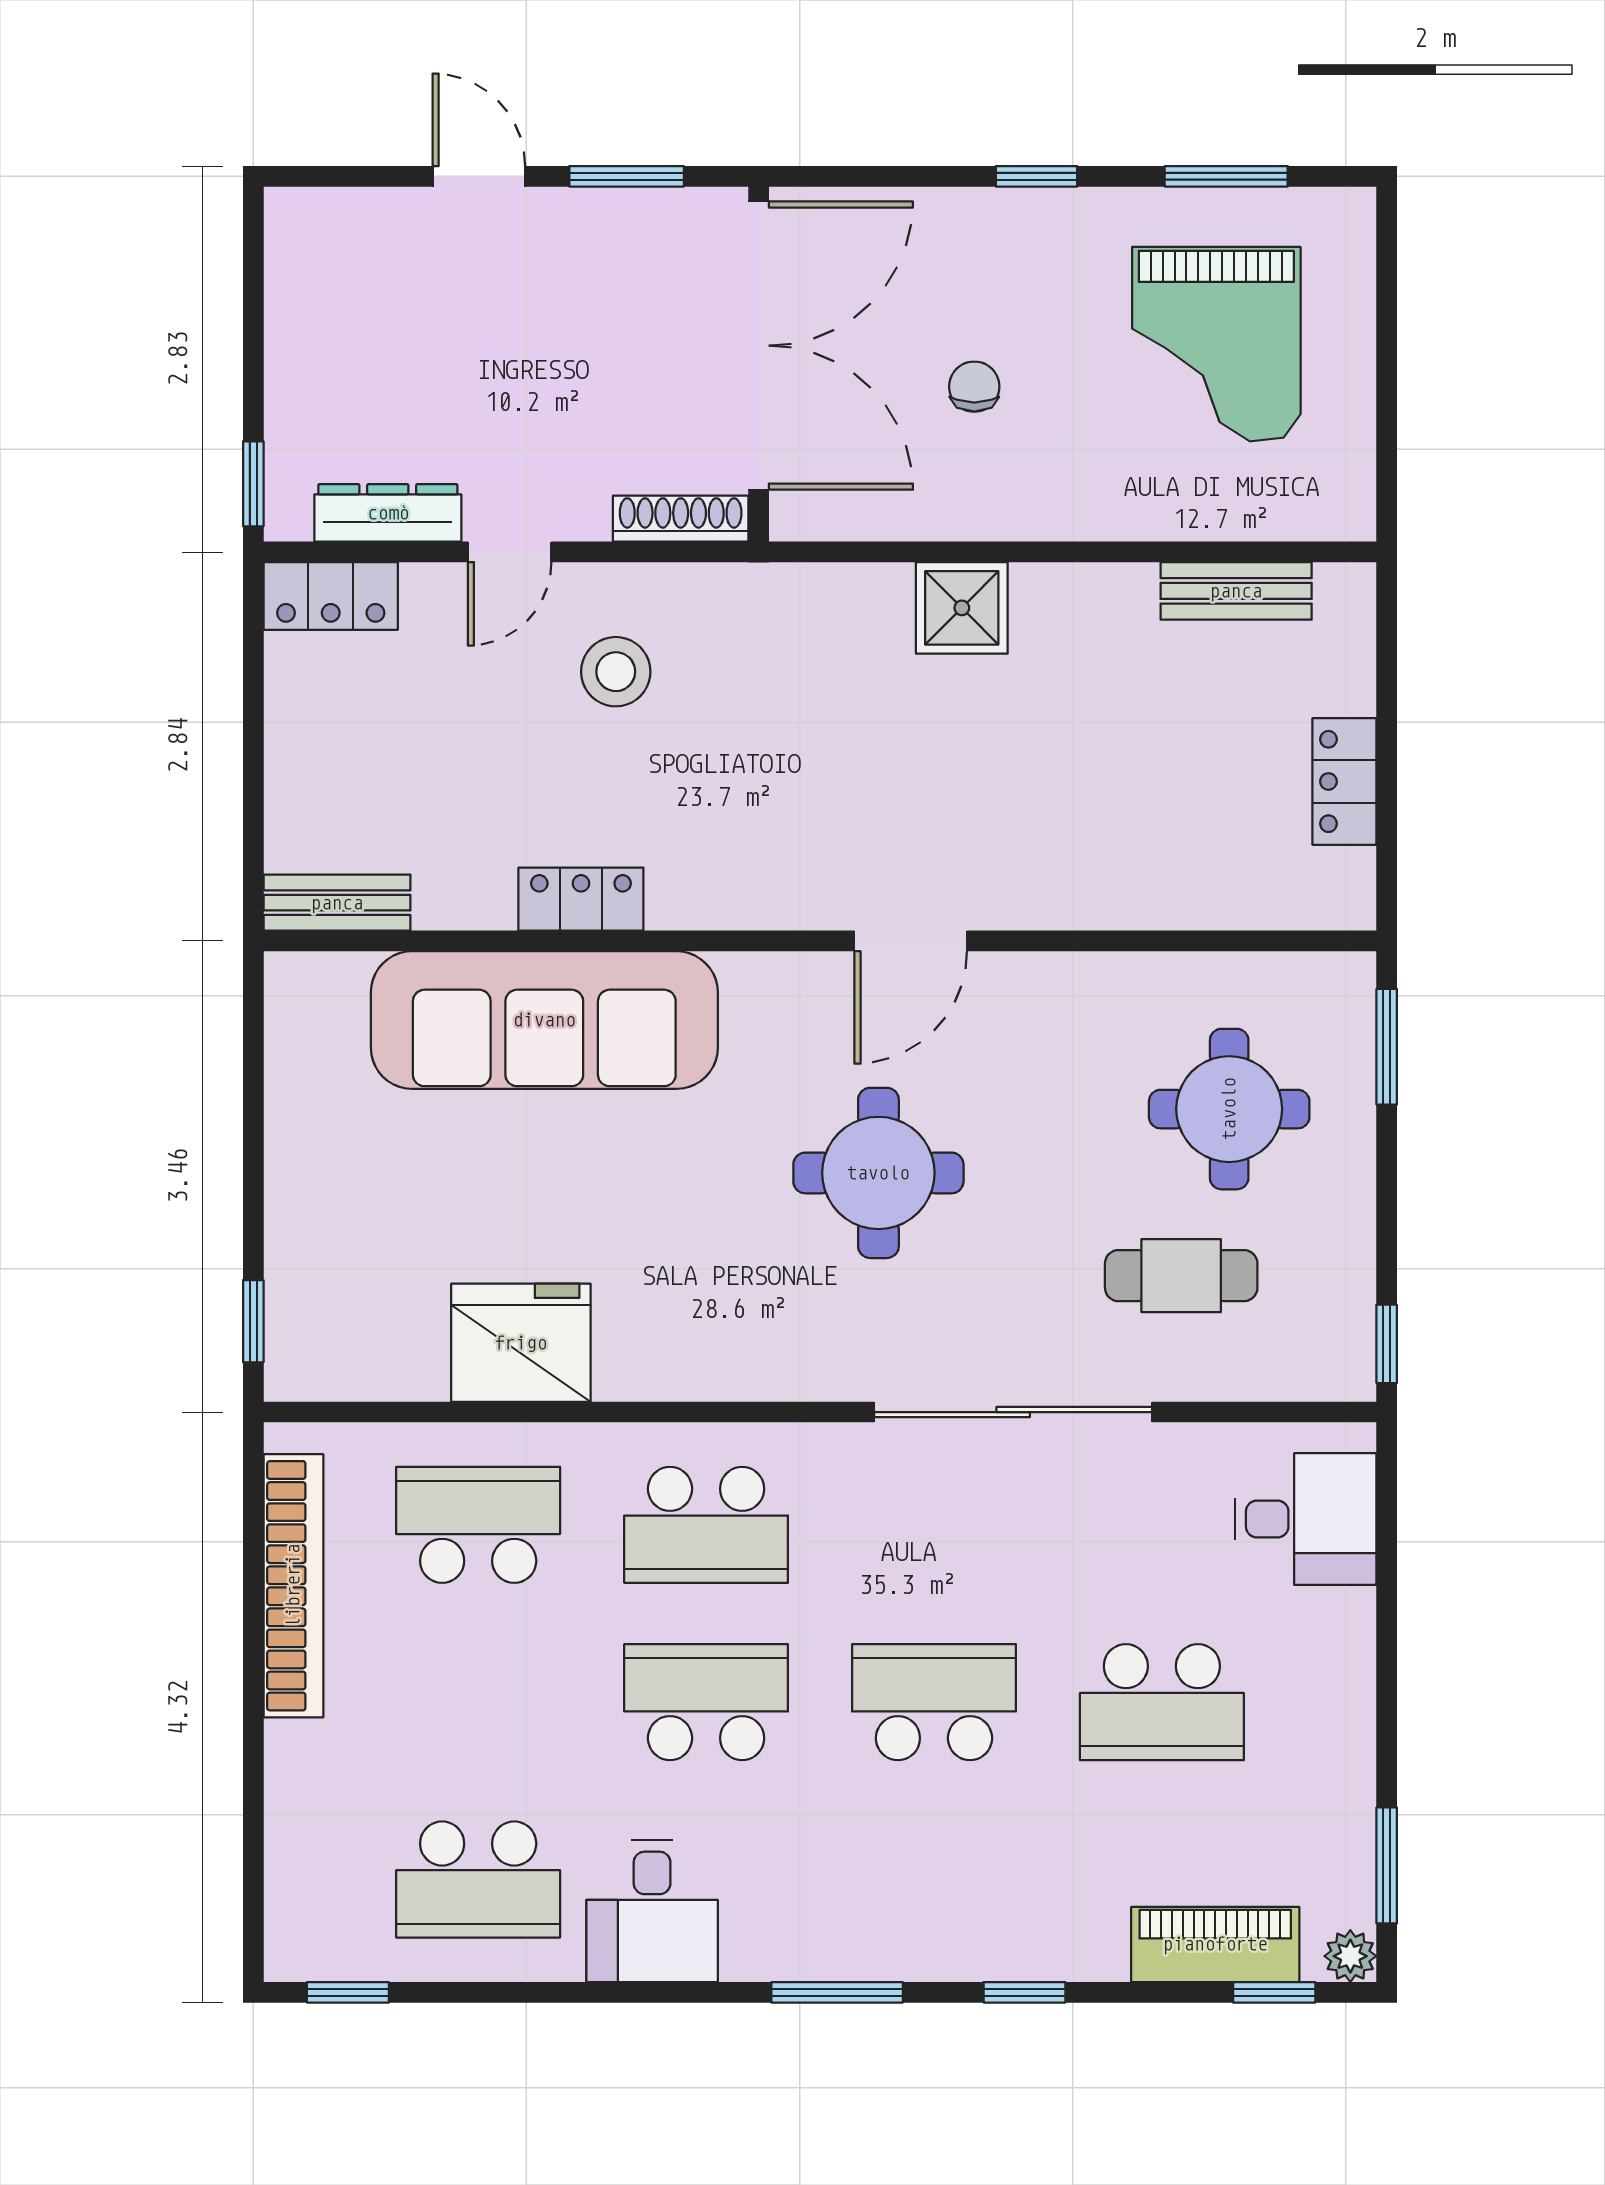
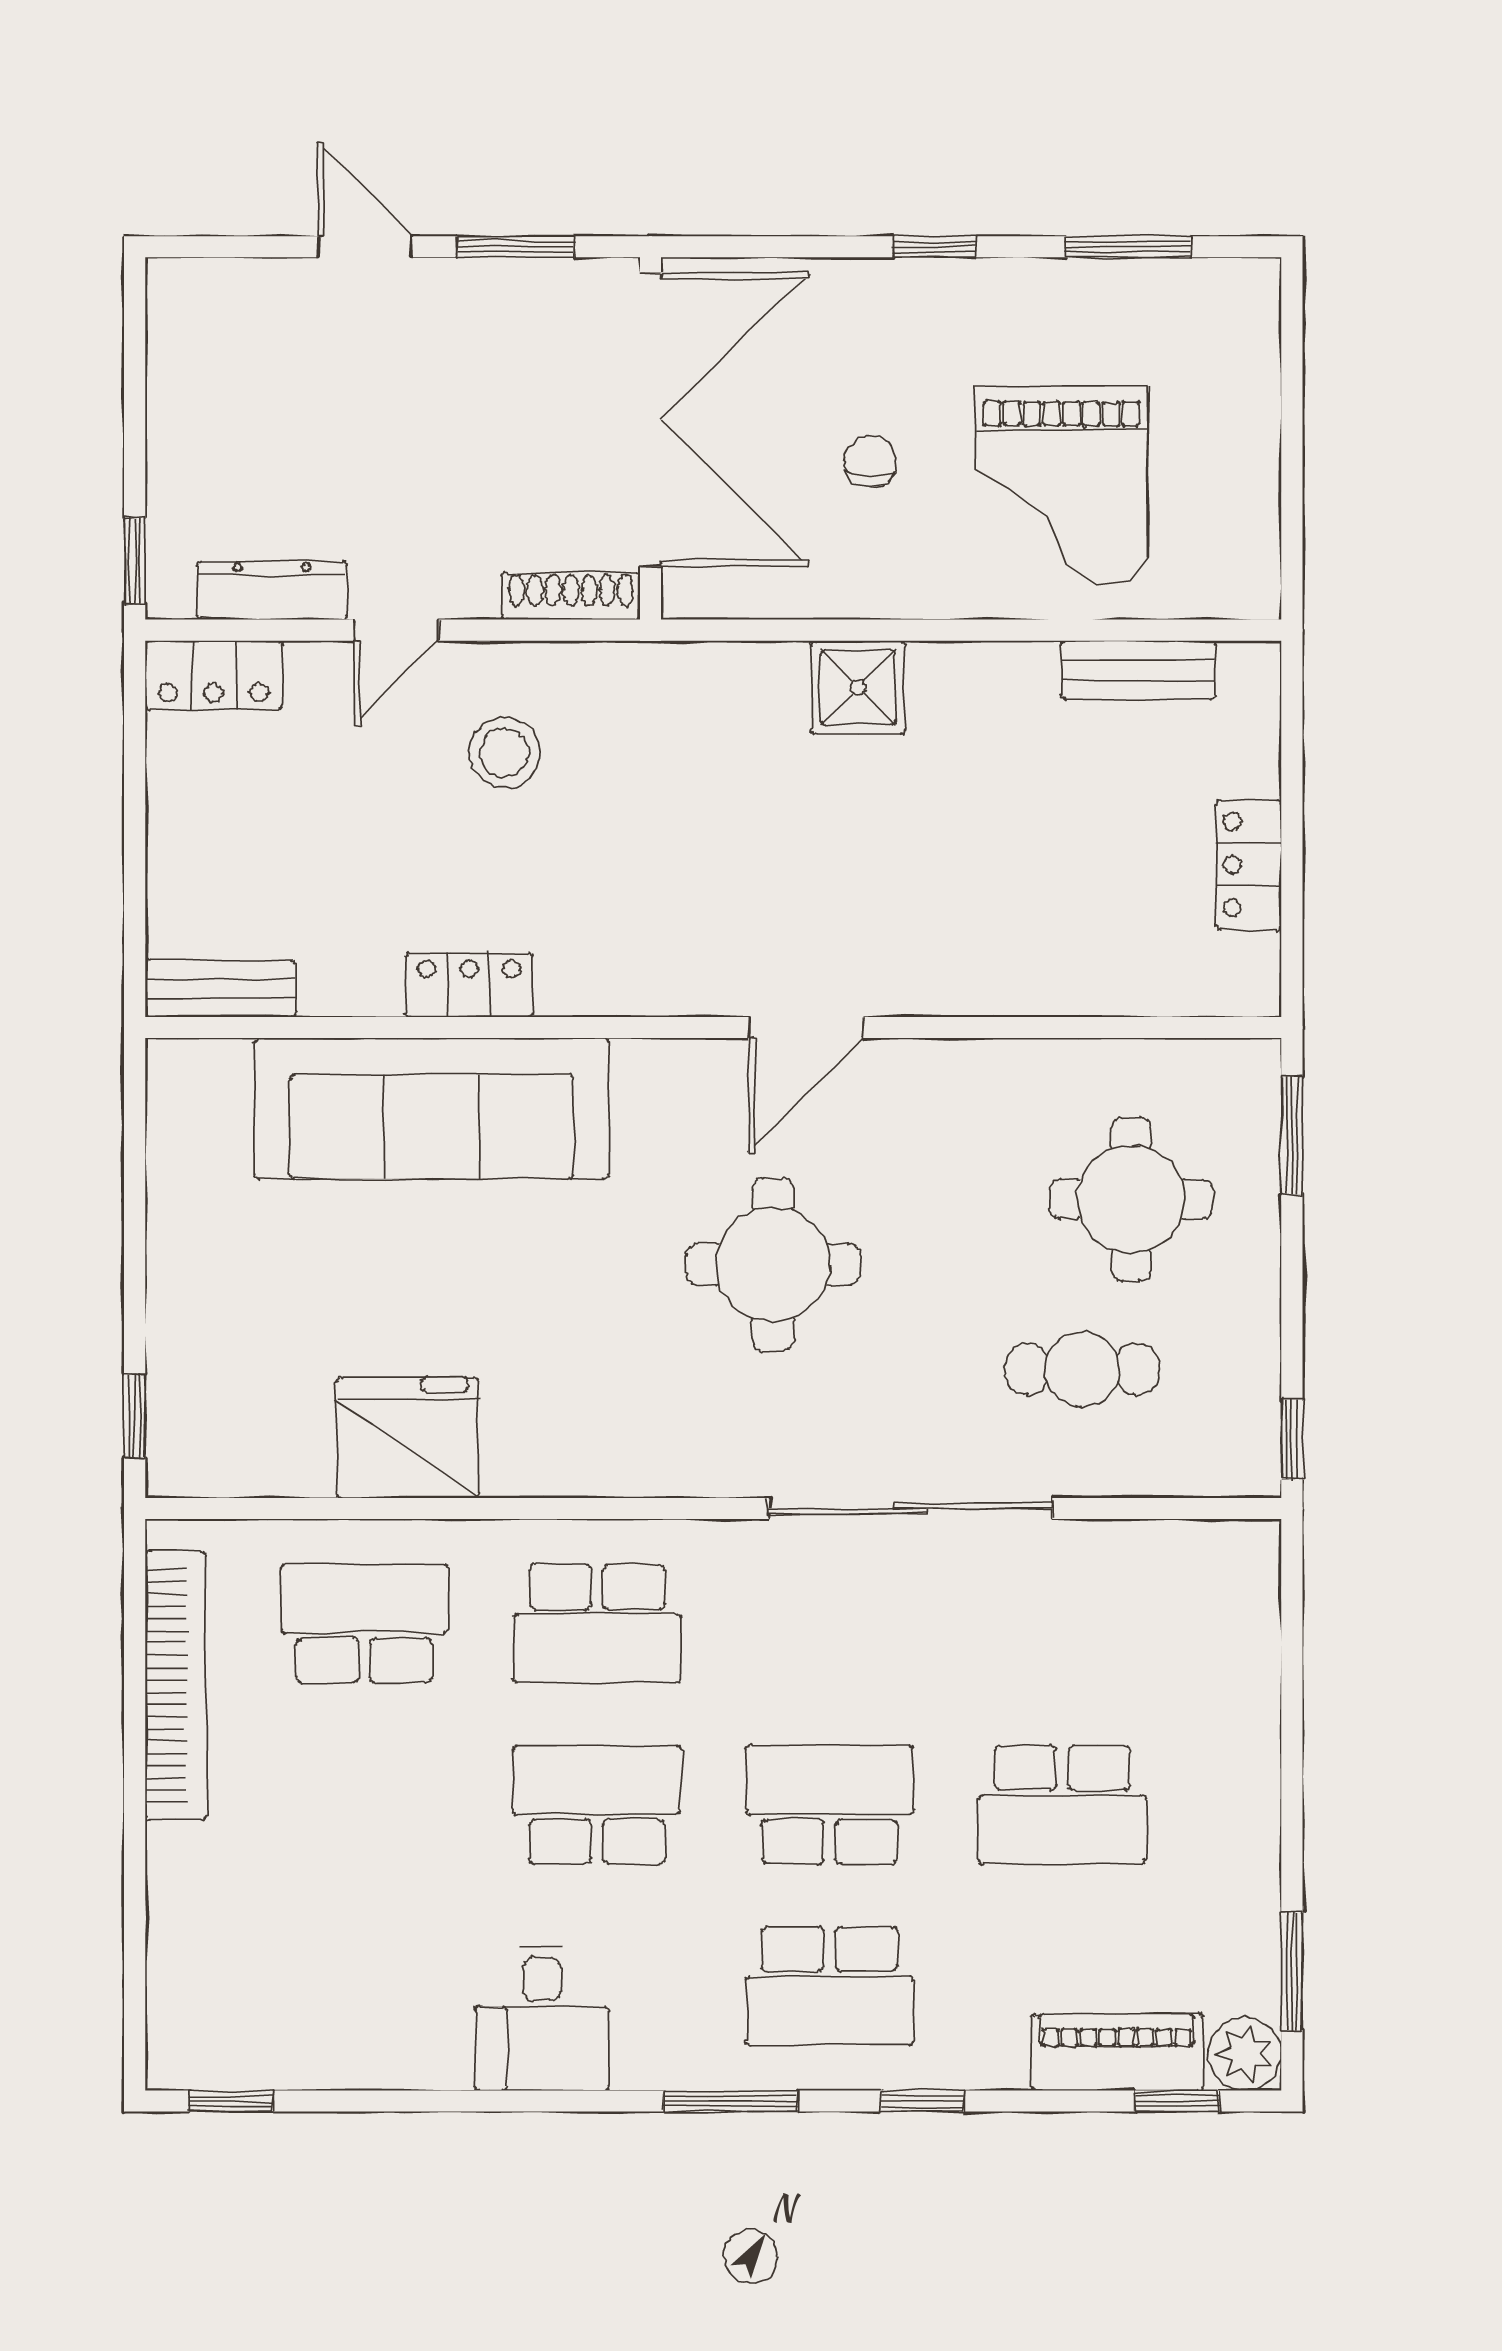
grand piano: (1216, 344) -> (1061, 485), moved
desk: (1305, 1519) -> (1209, 1618), removed
school desk: (478, 1879) -> (830, 1986), moved
plant: (1350, 1956) -> (1245, 2054), width x1.38, depth x1.38

